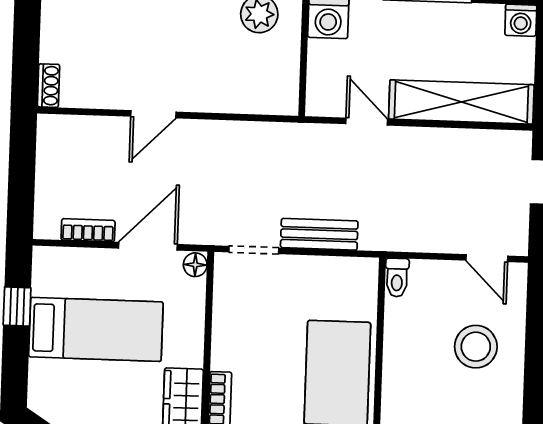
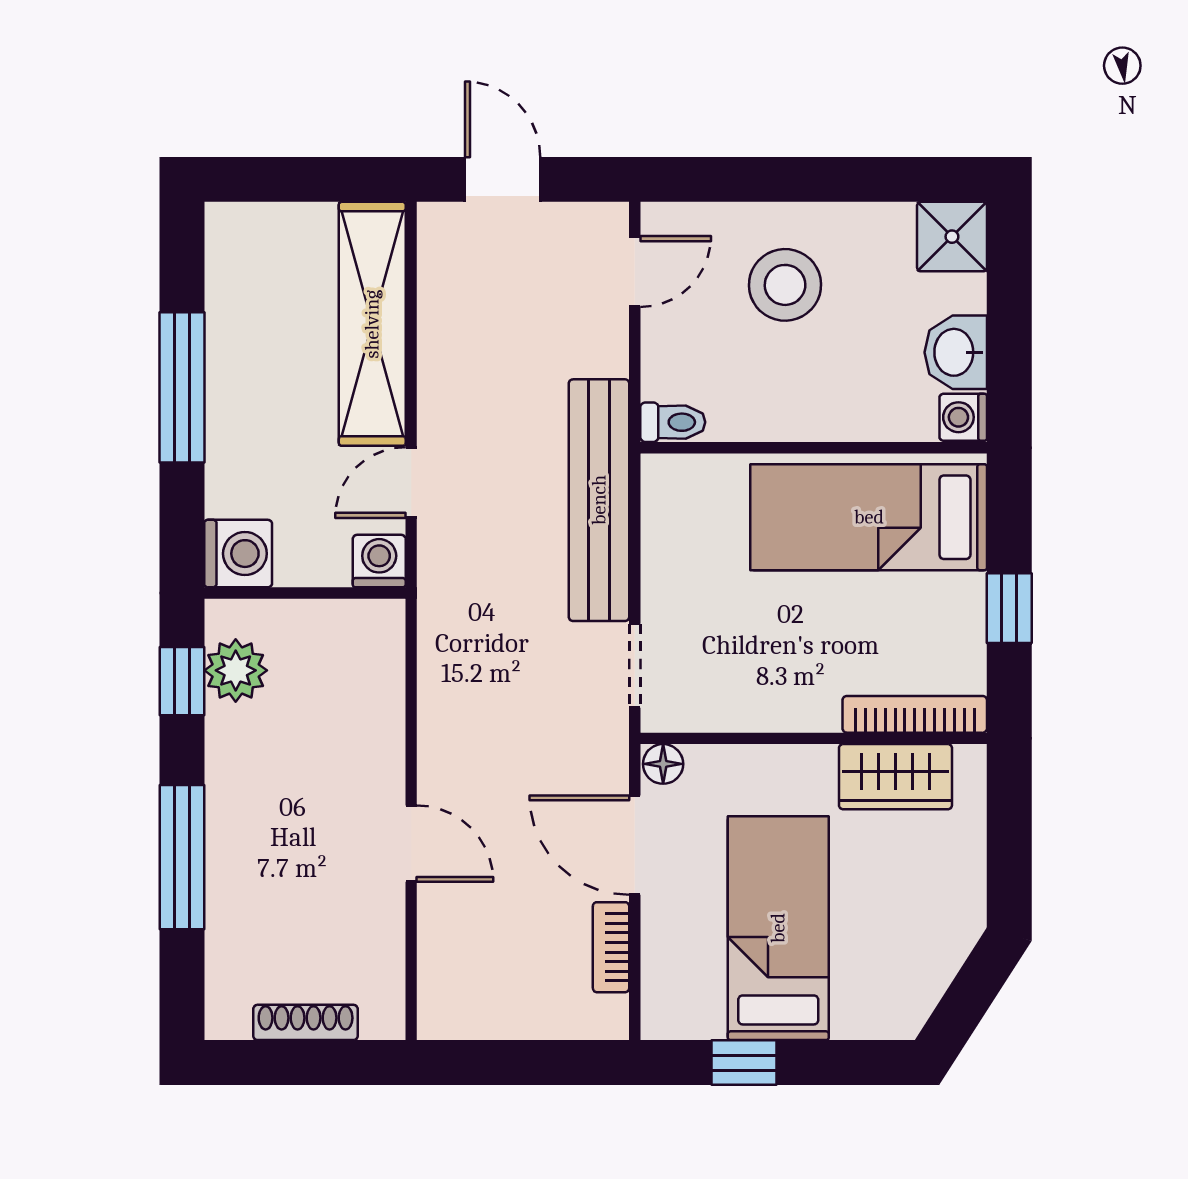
washing machine: (521, 20) -> (379, 561), moved, turned -90
shoe rack: (49, 86) -> (306, 1022), moved, width x1.43
bench: (319, 234) -> (599, 500), width x1.86, depth x1.21

